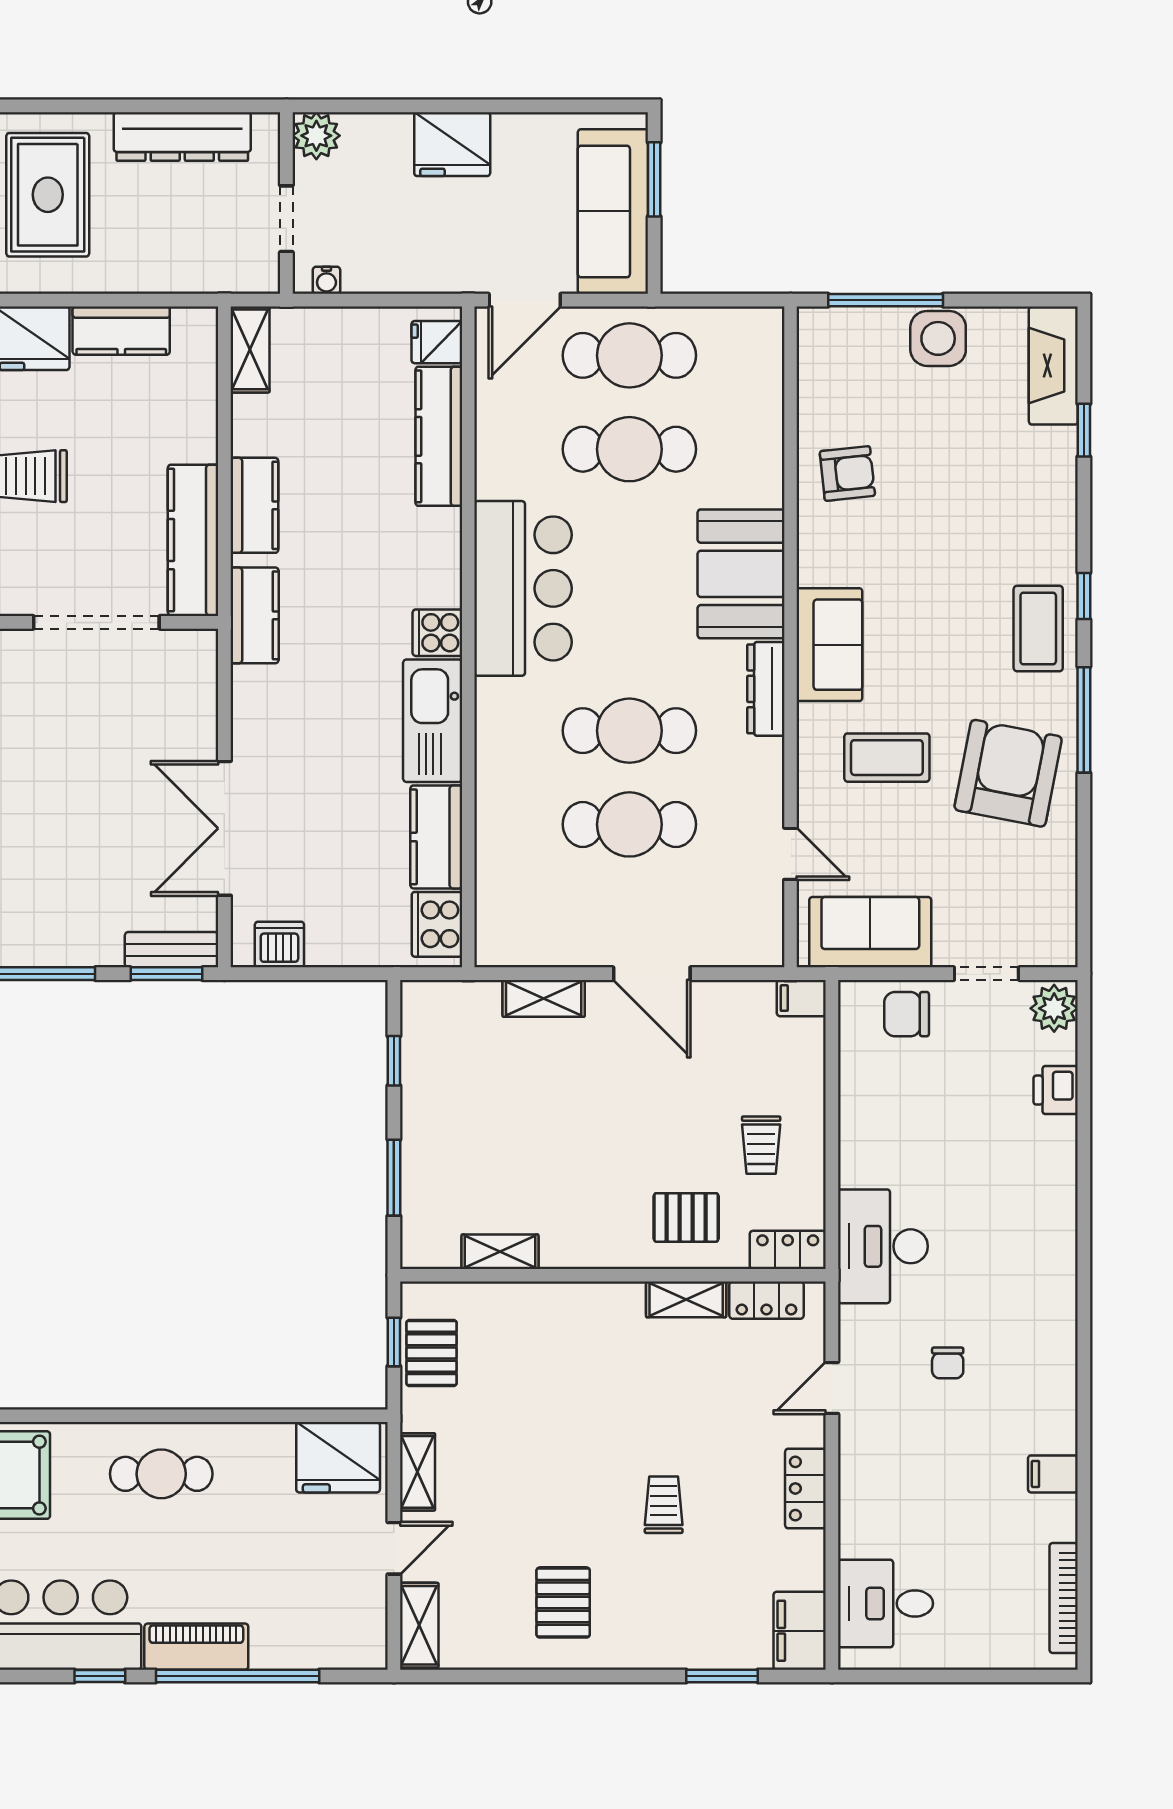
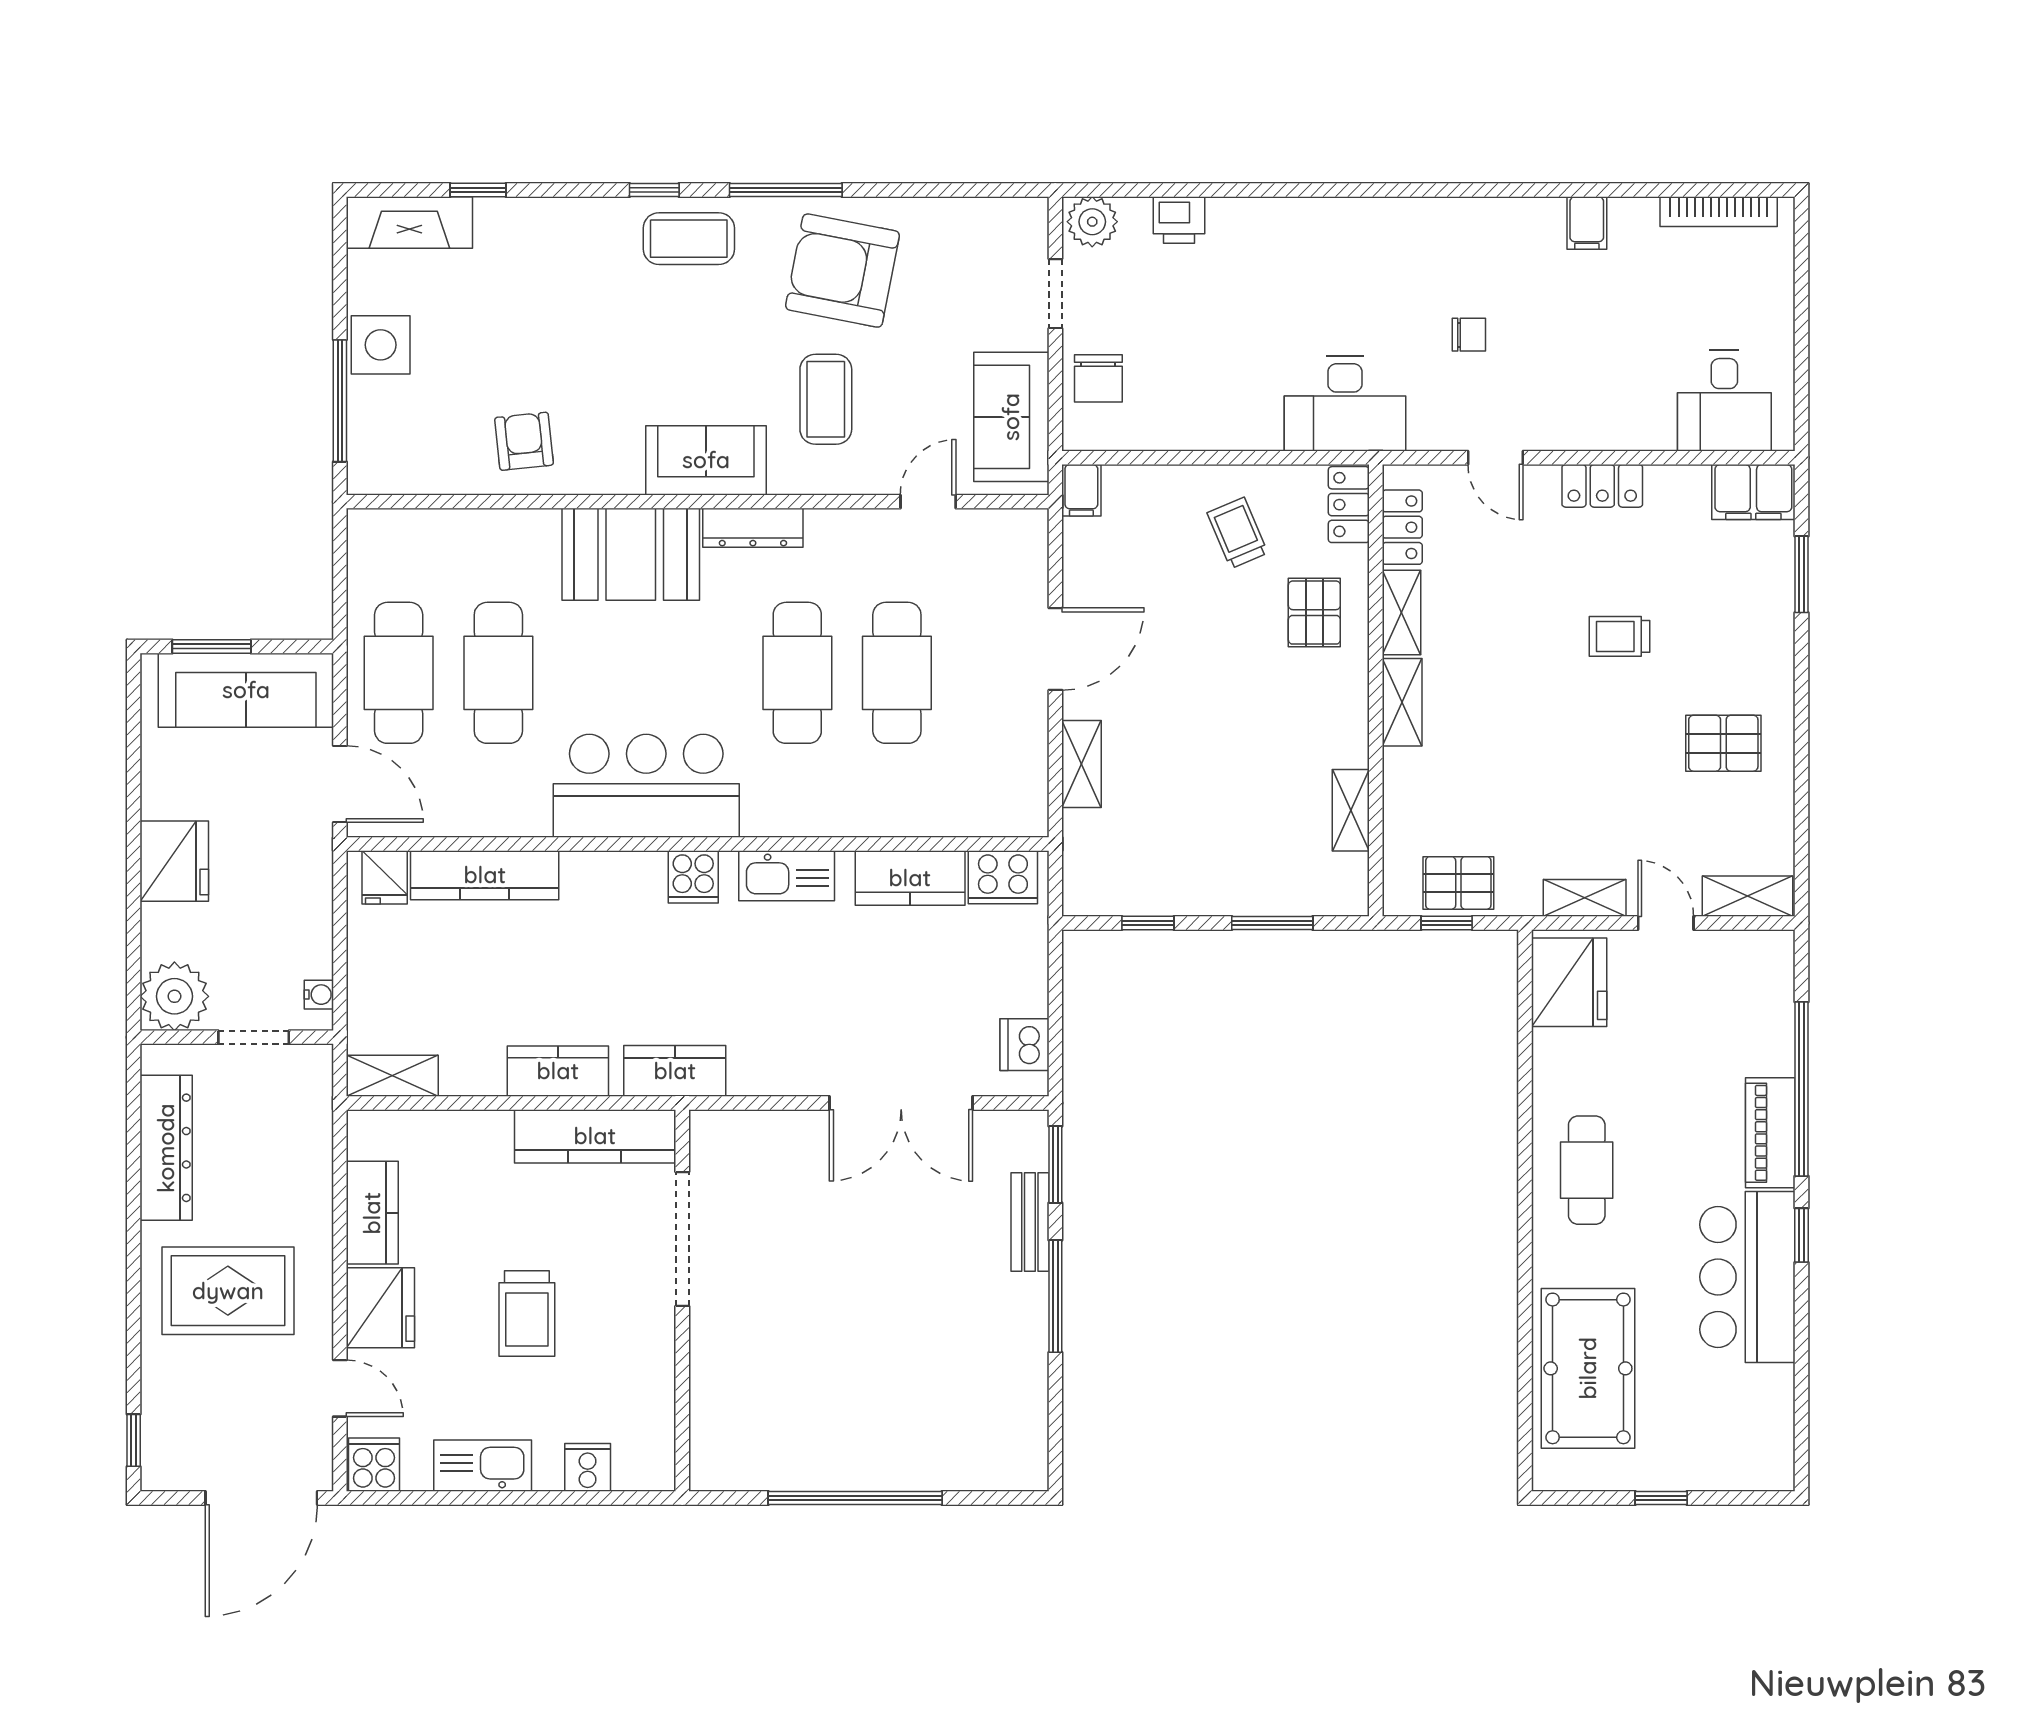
plant: (316, 136) -> (174, 996), width x1.36, depth x1.36
kitchen sink: (433, 721) -> (787, 876), width x0.73, depth x0.81
bench: (171, 950) -> (1030, 1222), moved
trolley: (761, 1145) -> (1237, 533), turned -113
shelving: (602, 1300) -> (1402, 702), added

